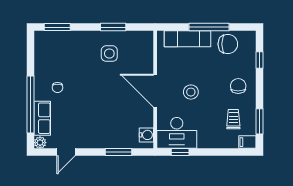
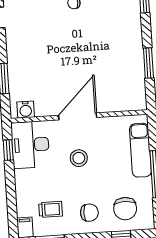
chair: (228, 44) -> (125, 209), moved
side table: (109, 54) -> (117, 60), removed

